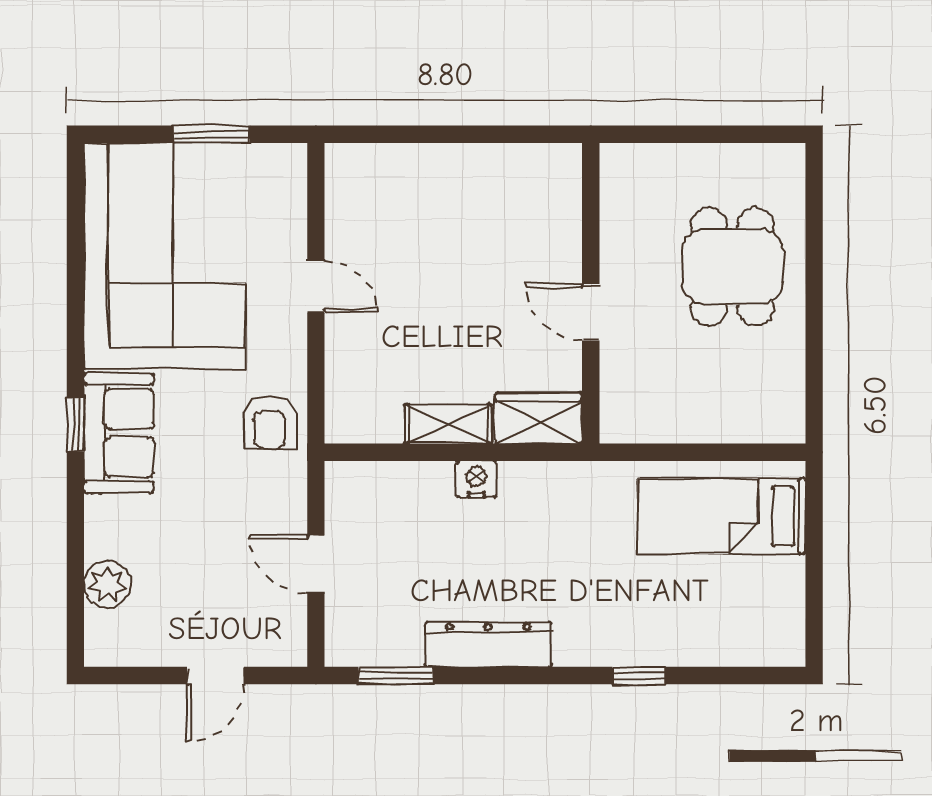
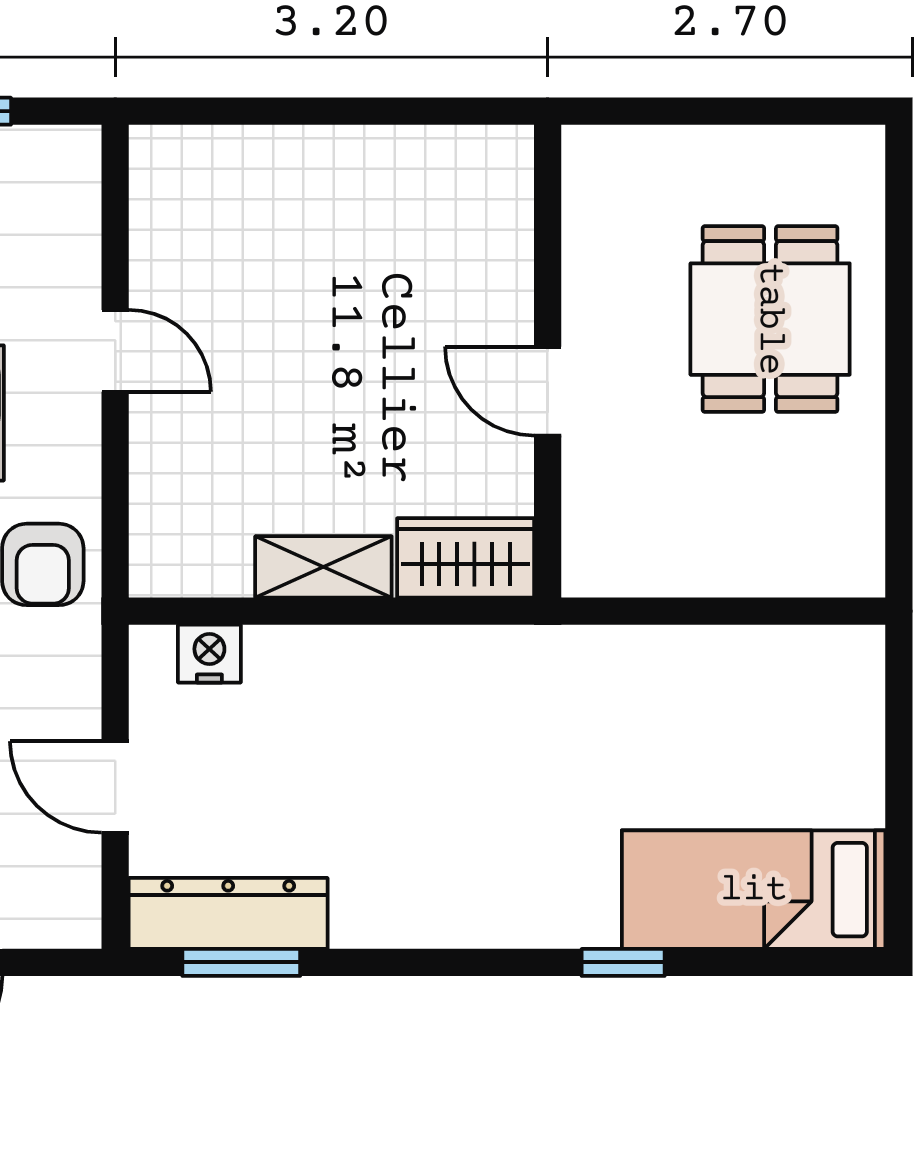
nightstand: (476, 479) -> (209, 654), moved
bed: (722, 516) -> (754, 890), moved
dresser: (488, 644) -> (228, 913), moved

